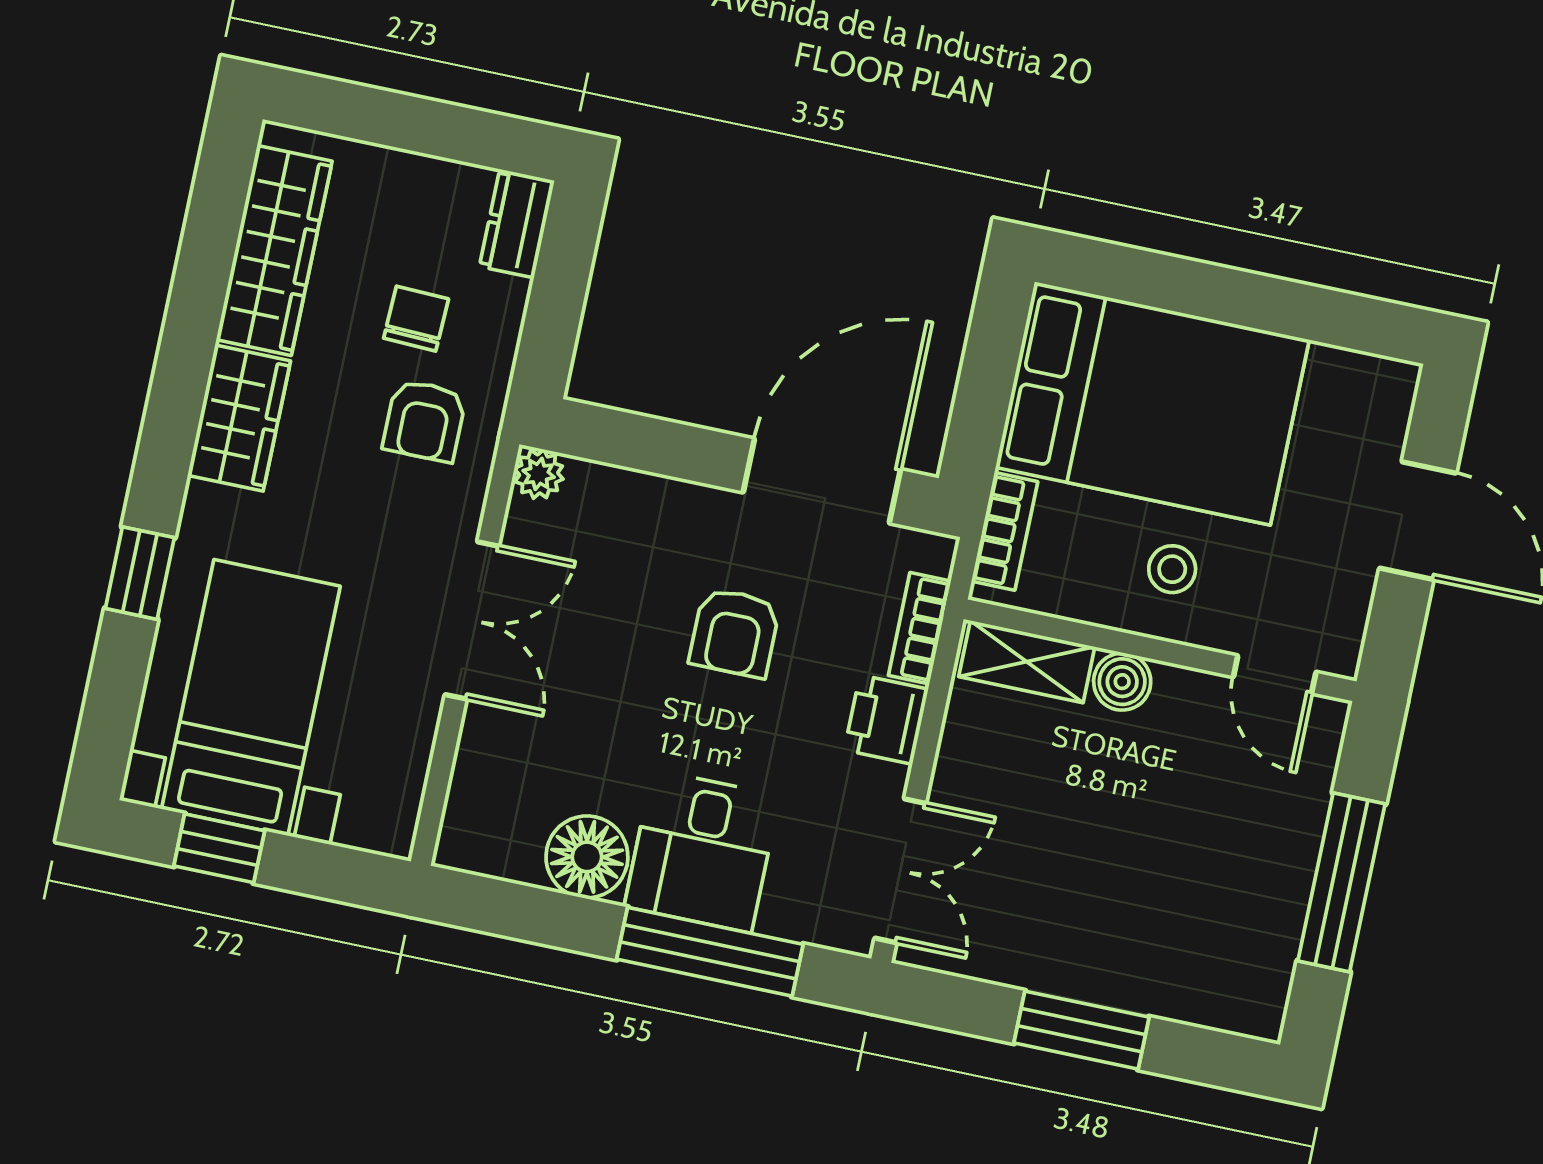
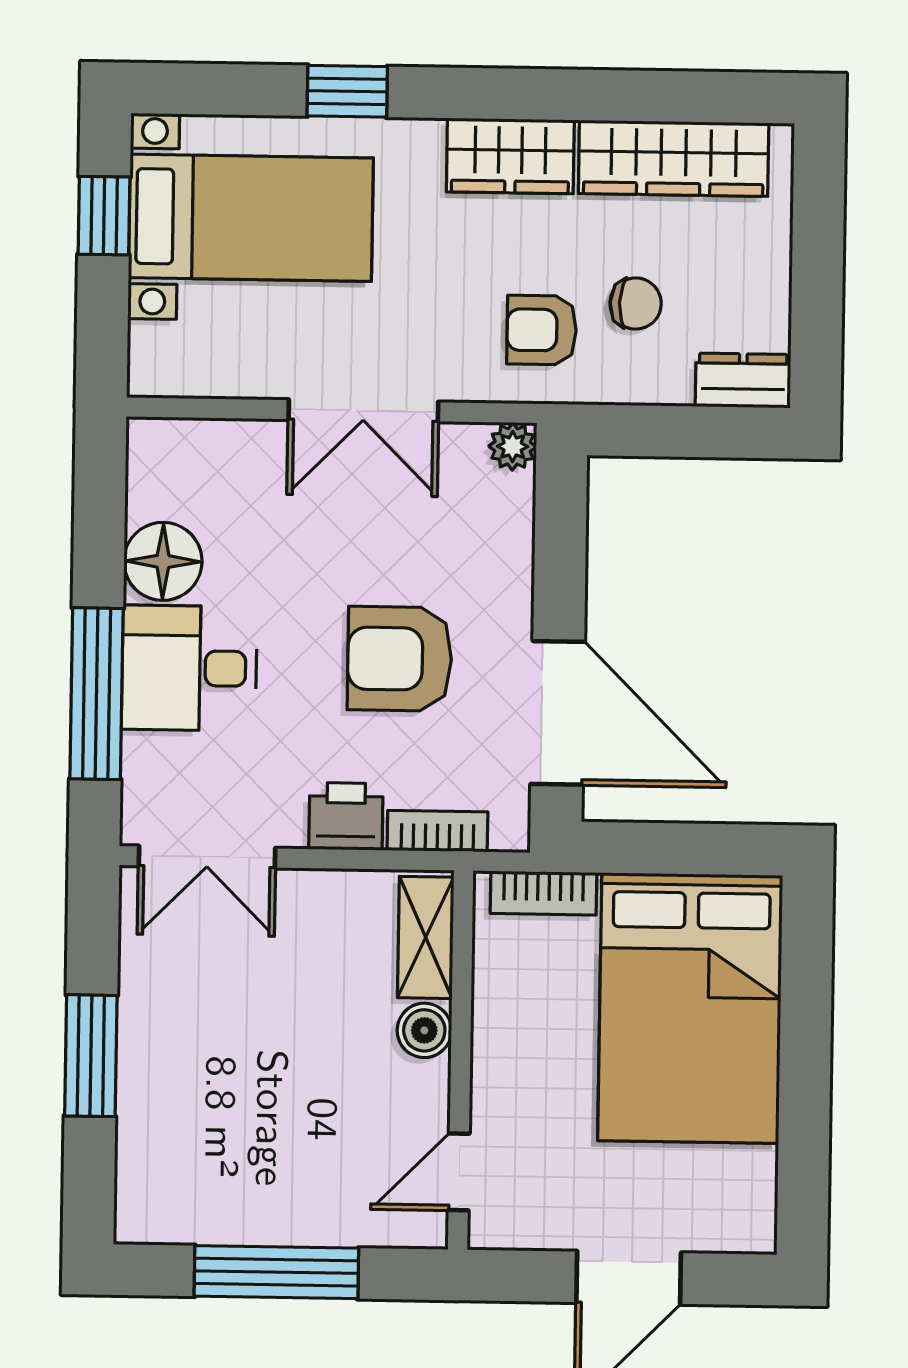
stool: (1172, 569) -> (539, 1057), removed
armchair: (735, 633) -> (400, 659), width x1.38, depth x1.38

